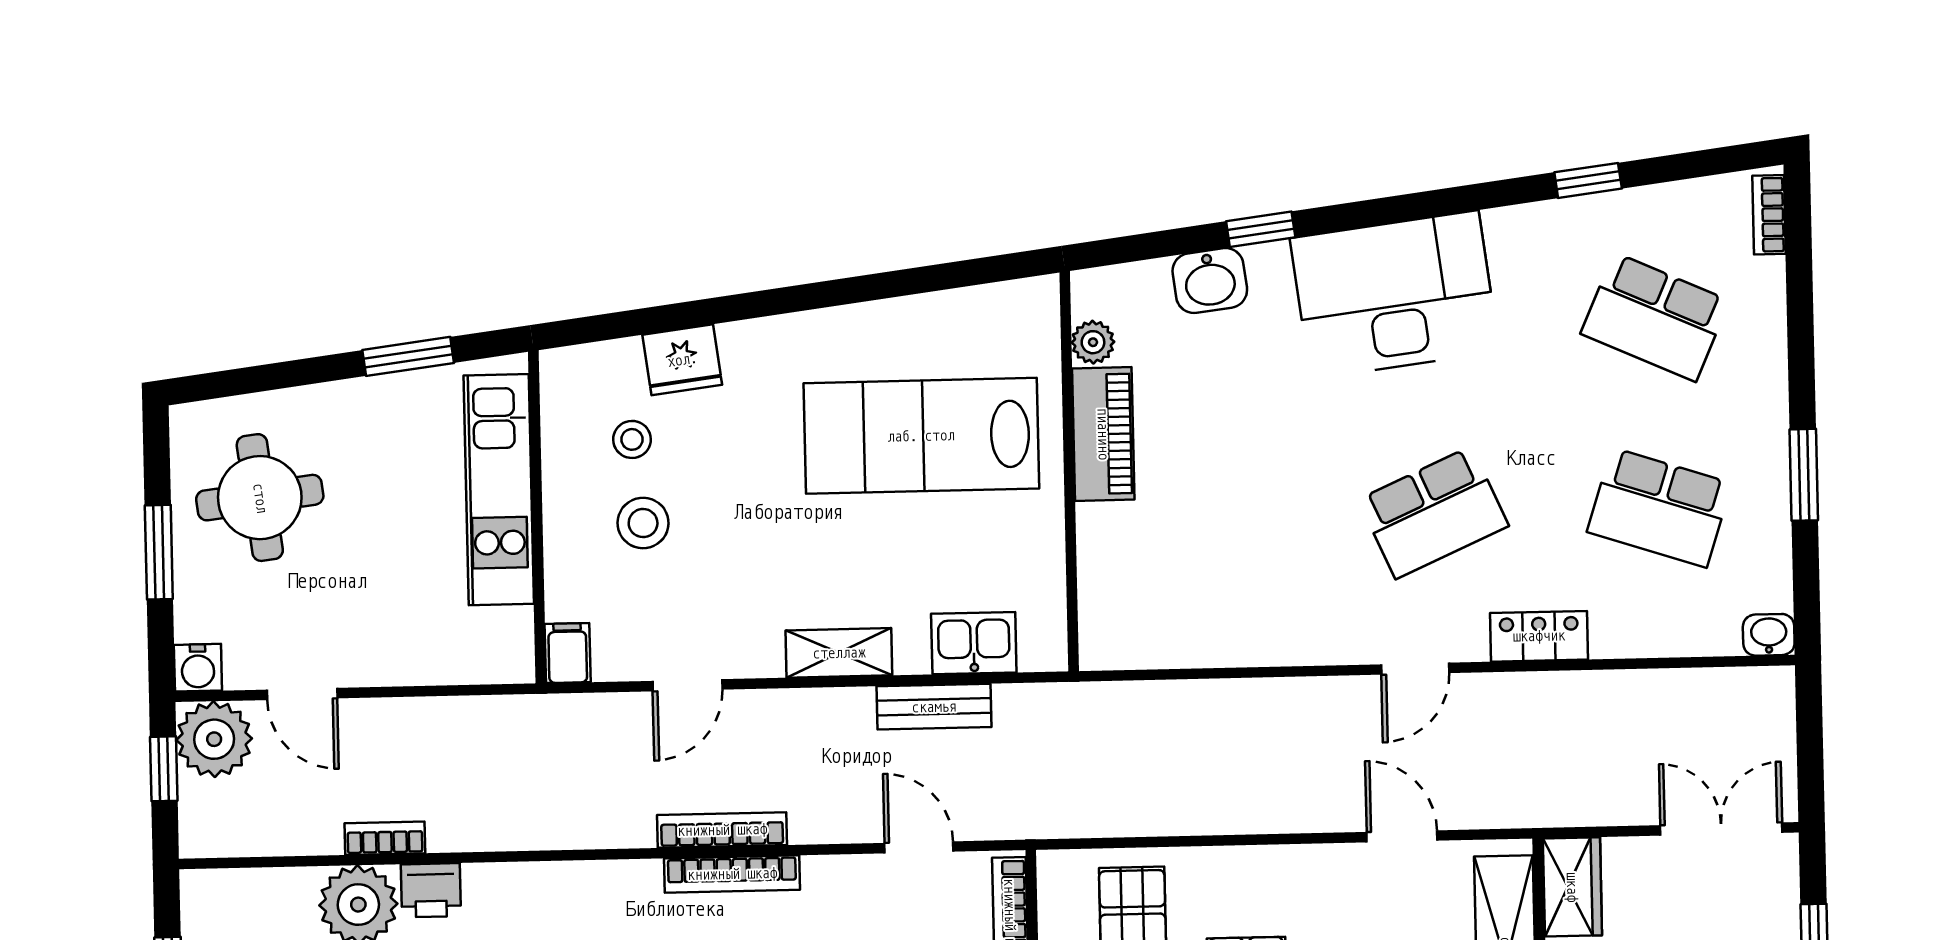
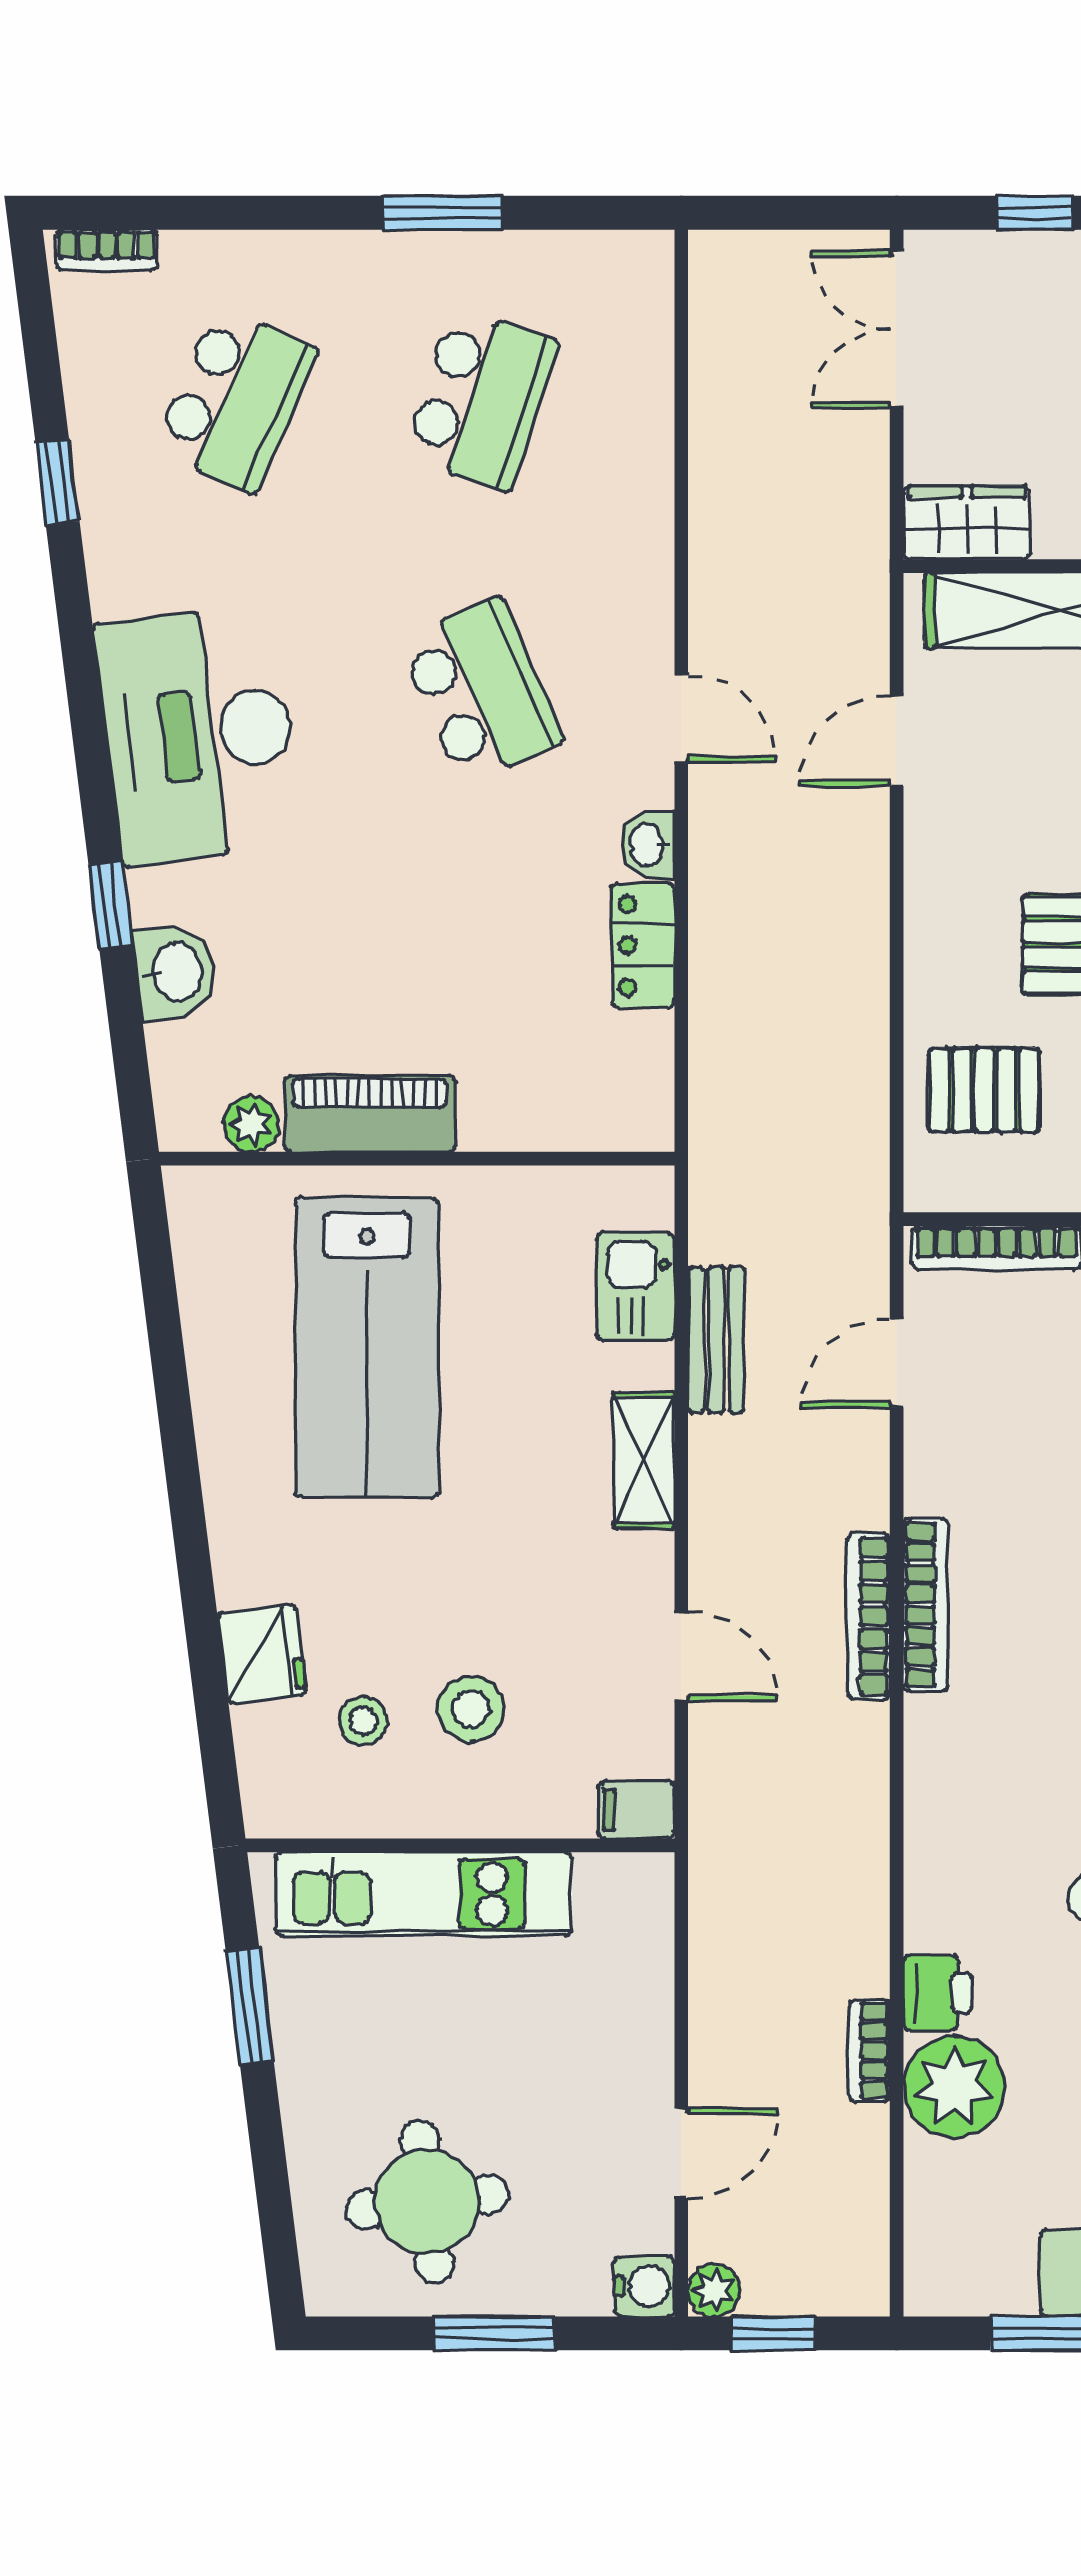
washbasin: (1769, 635) -> (648, 845), moved
locker: (1539, 636) -> (643, 945), moved
plant: (214, 739) -> (714, 2290), width x0.53, depth x0.53

